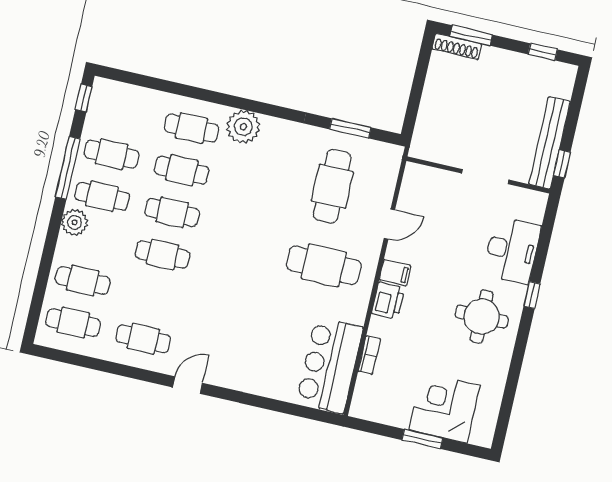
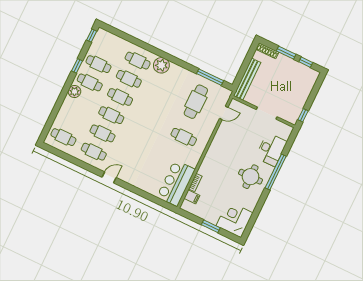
window: (471, 36) -> (286, 53), moved
window: (350, 128) -> (210, 77), width x1.44
bench: (549, 143) -> (247, 79), moved
window: (68, 168) -> (77, 66), width x0.46
door: (389, 224) -> (224, 113), moved
cafe table: (324, 265) -> (184, 137), width x0.73, depth x0.74
filing cabinet: (395, 273) -> (192, 197), moved
cafe table: (83, 281) -> (103, 133), moved
window: (532, 295) -> (276, 172), width x3.17
printer: (388, 301) -> (209, 160), removed
corner desk: (445, 408) -> (234, 219), moved

